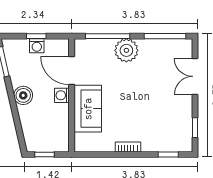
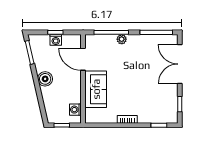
plant: (126, 50) -> (122, 39), width x0.53, depth x0.53
double door: (195, 76) -> (180, 64), width x1.37
washing machine: (62, 95) -> (75, 110), moved

